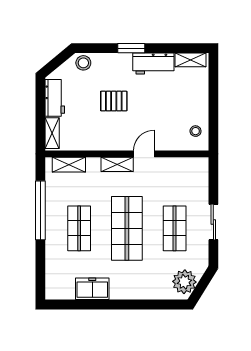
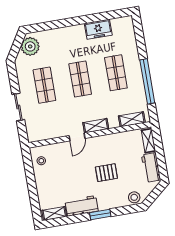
sliding door: (213, 222) -> (18, 107), moved
shop shelf: (127, 228) -> (80, 79), width x0.70, depth x0.74

